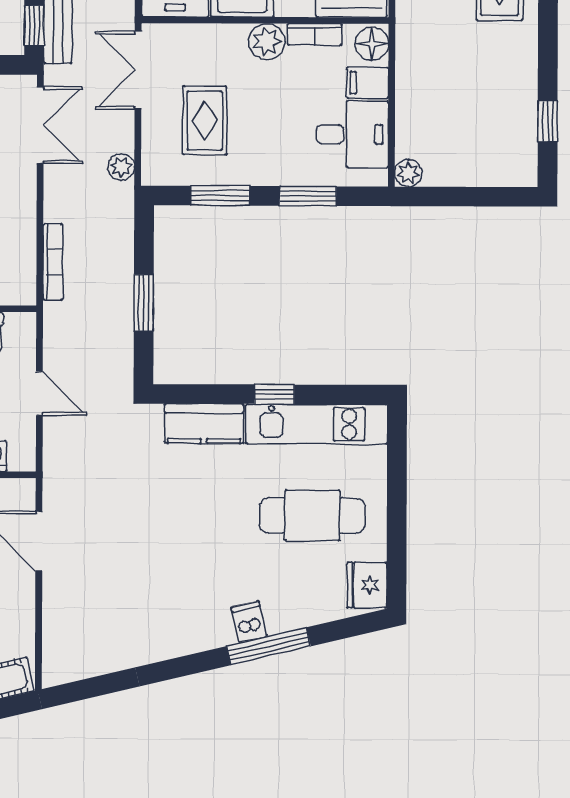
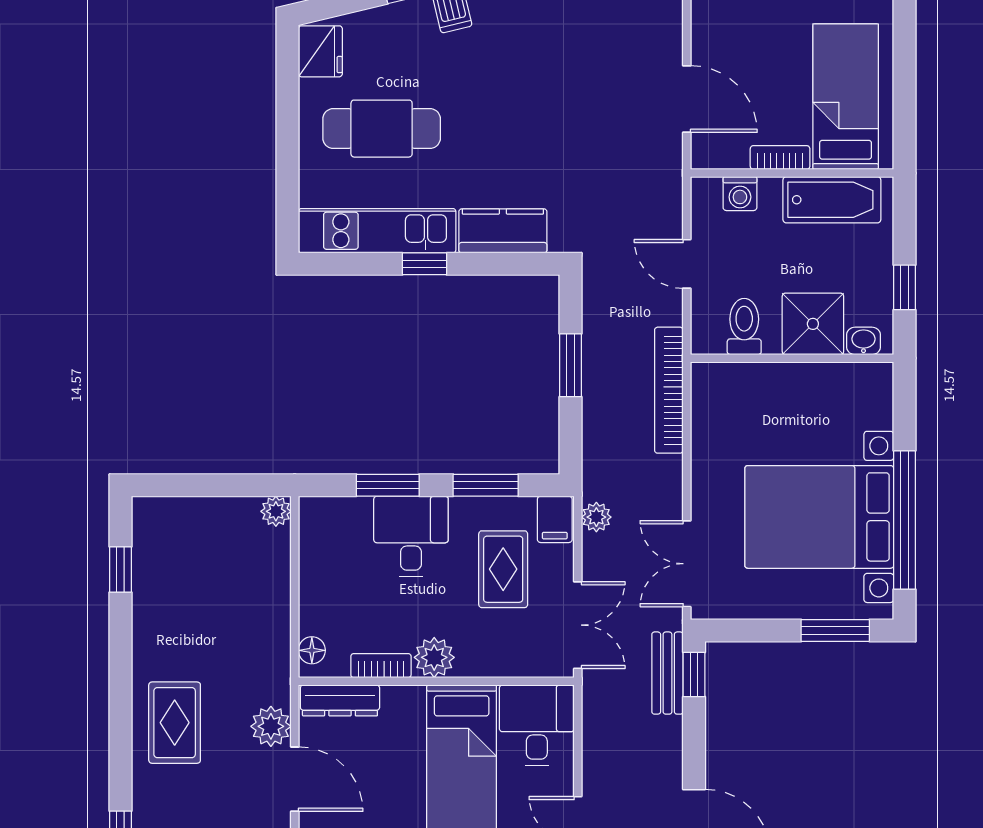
floor lamp: (372, 44) -> (312, 650), width x0.73, depth x0.73
filing cabinet: (368, 83) -> (555, 519), moved, turned 90
desk: (352, 134) -> (411, 536), moved, turned 90
bookcase: (53, 262) -> (669, 390), width x1.48, depth x1.31

